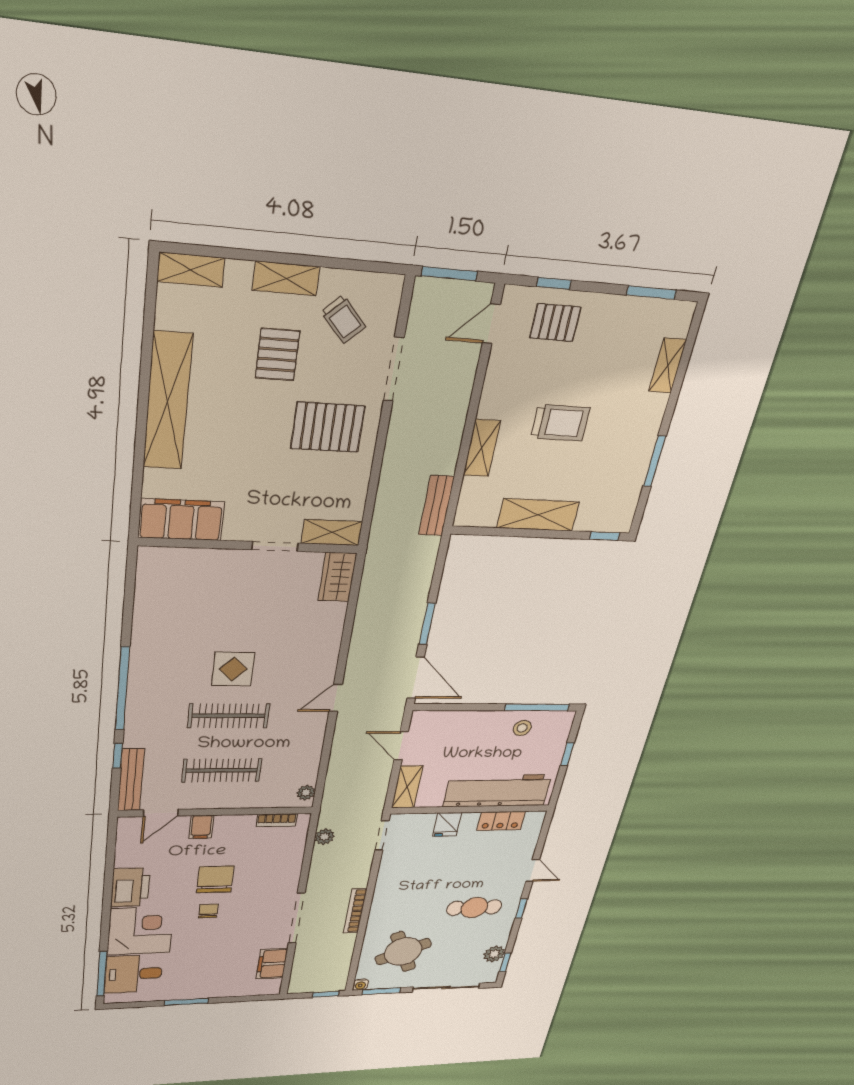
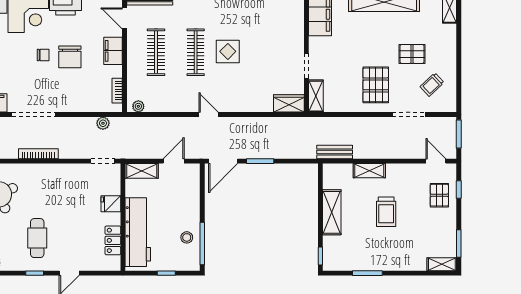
shelving: (286, 278) -> (449, 53), removed
shelving: (668, 366) -> (442, 264), moved
filing cabinet: (201, 827) -> (113, 51), width x2.00
chair: (215, 879) -> (70, 57), turned 90

